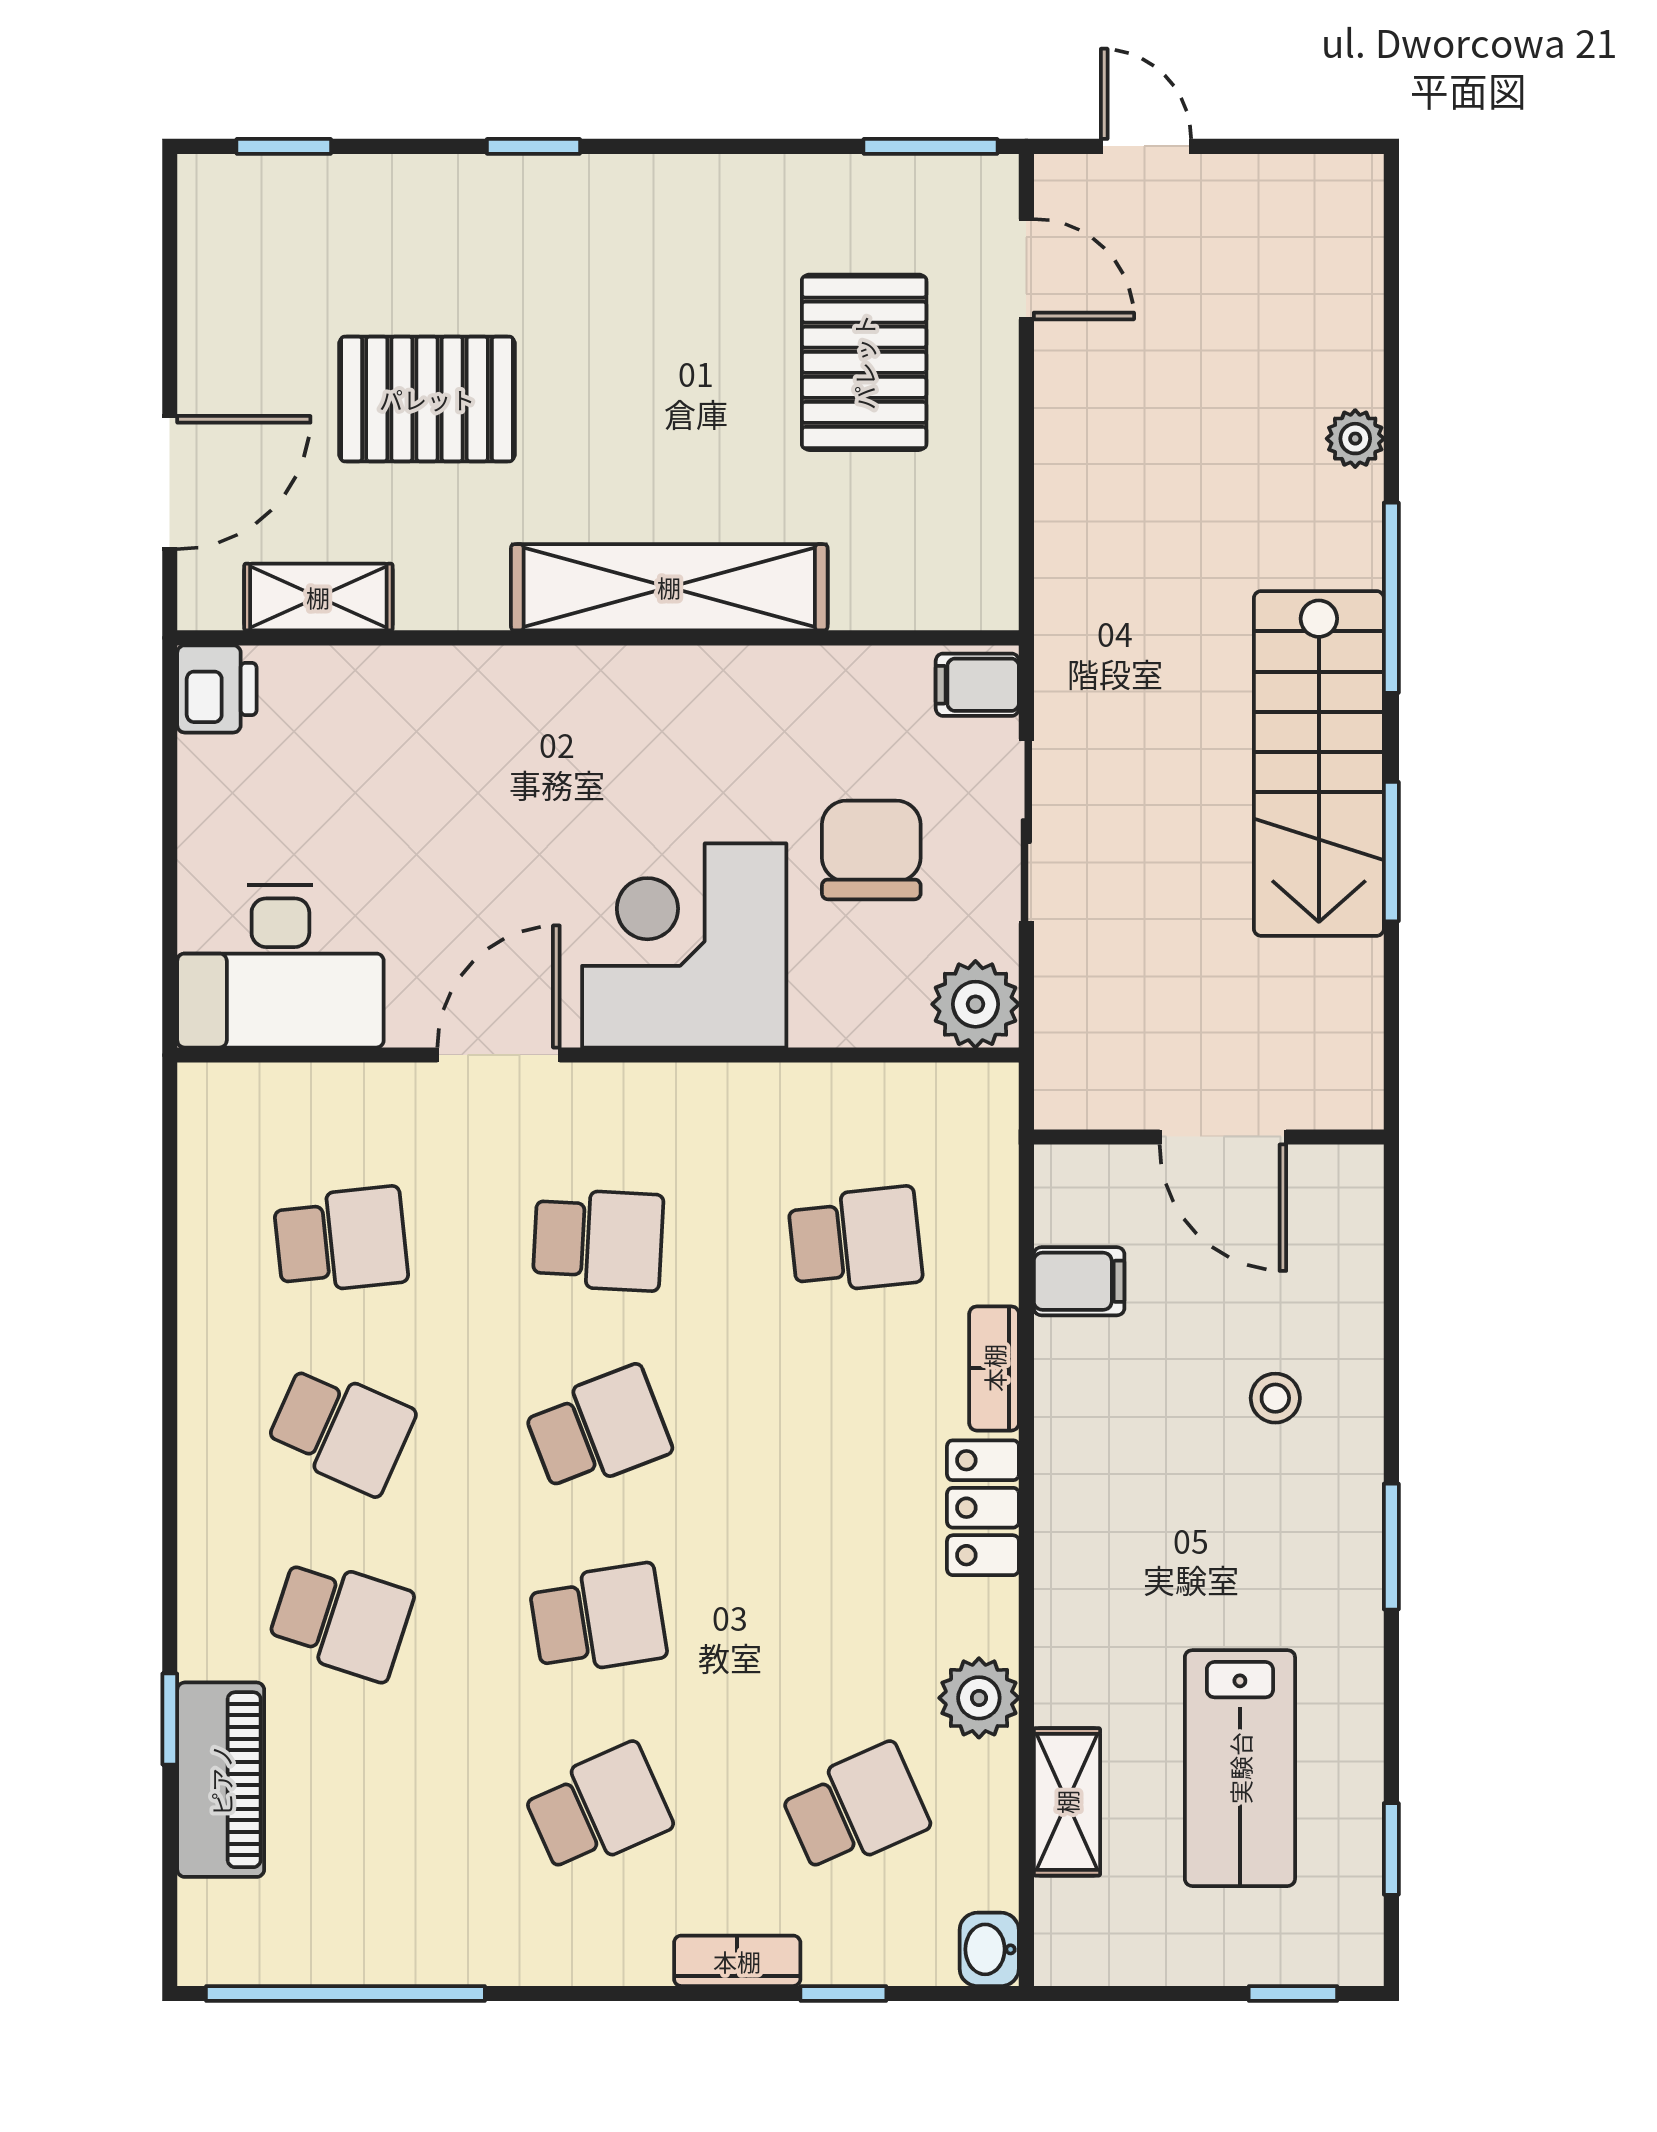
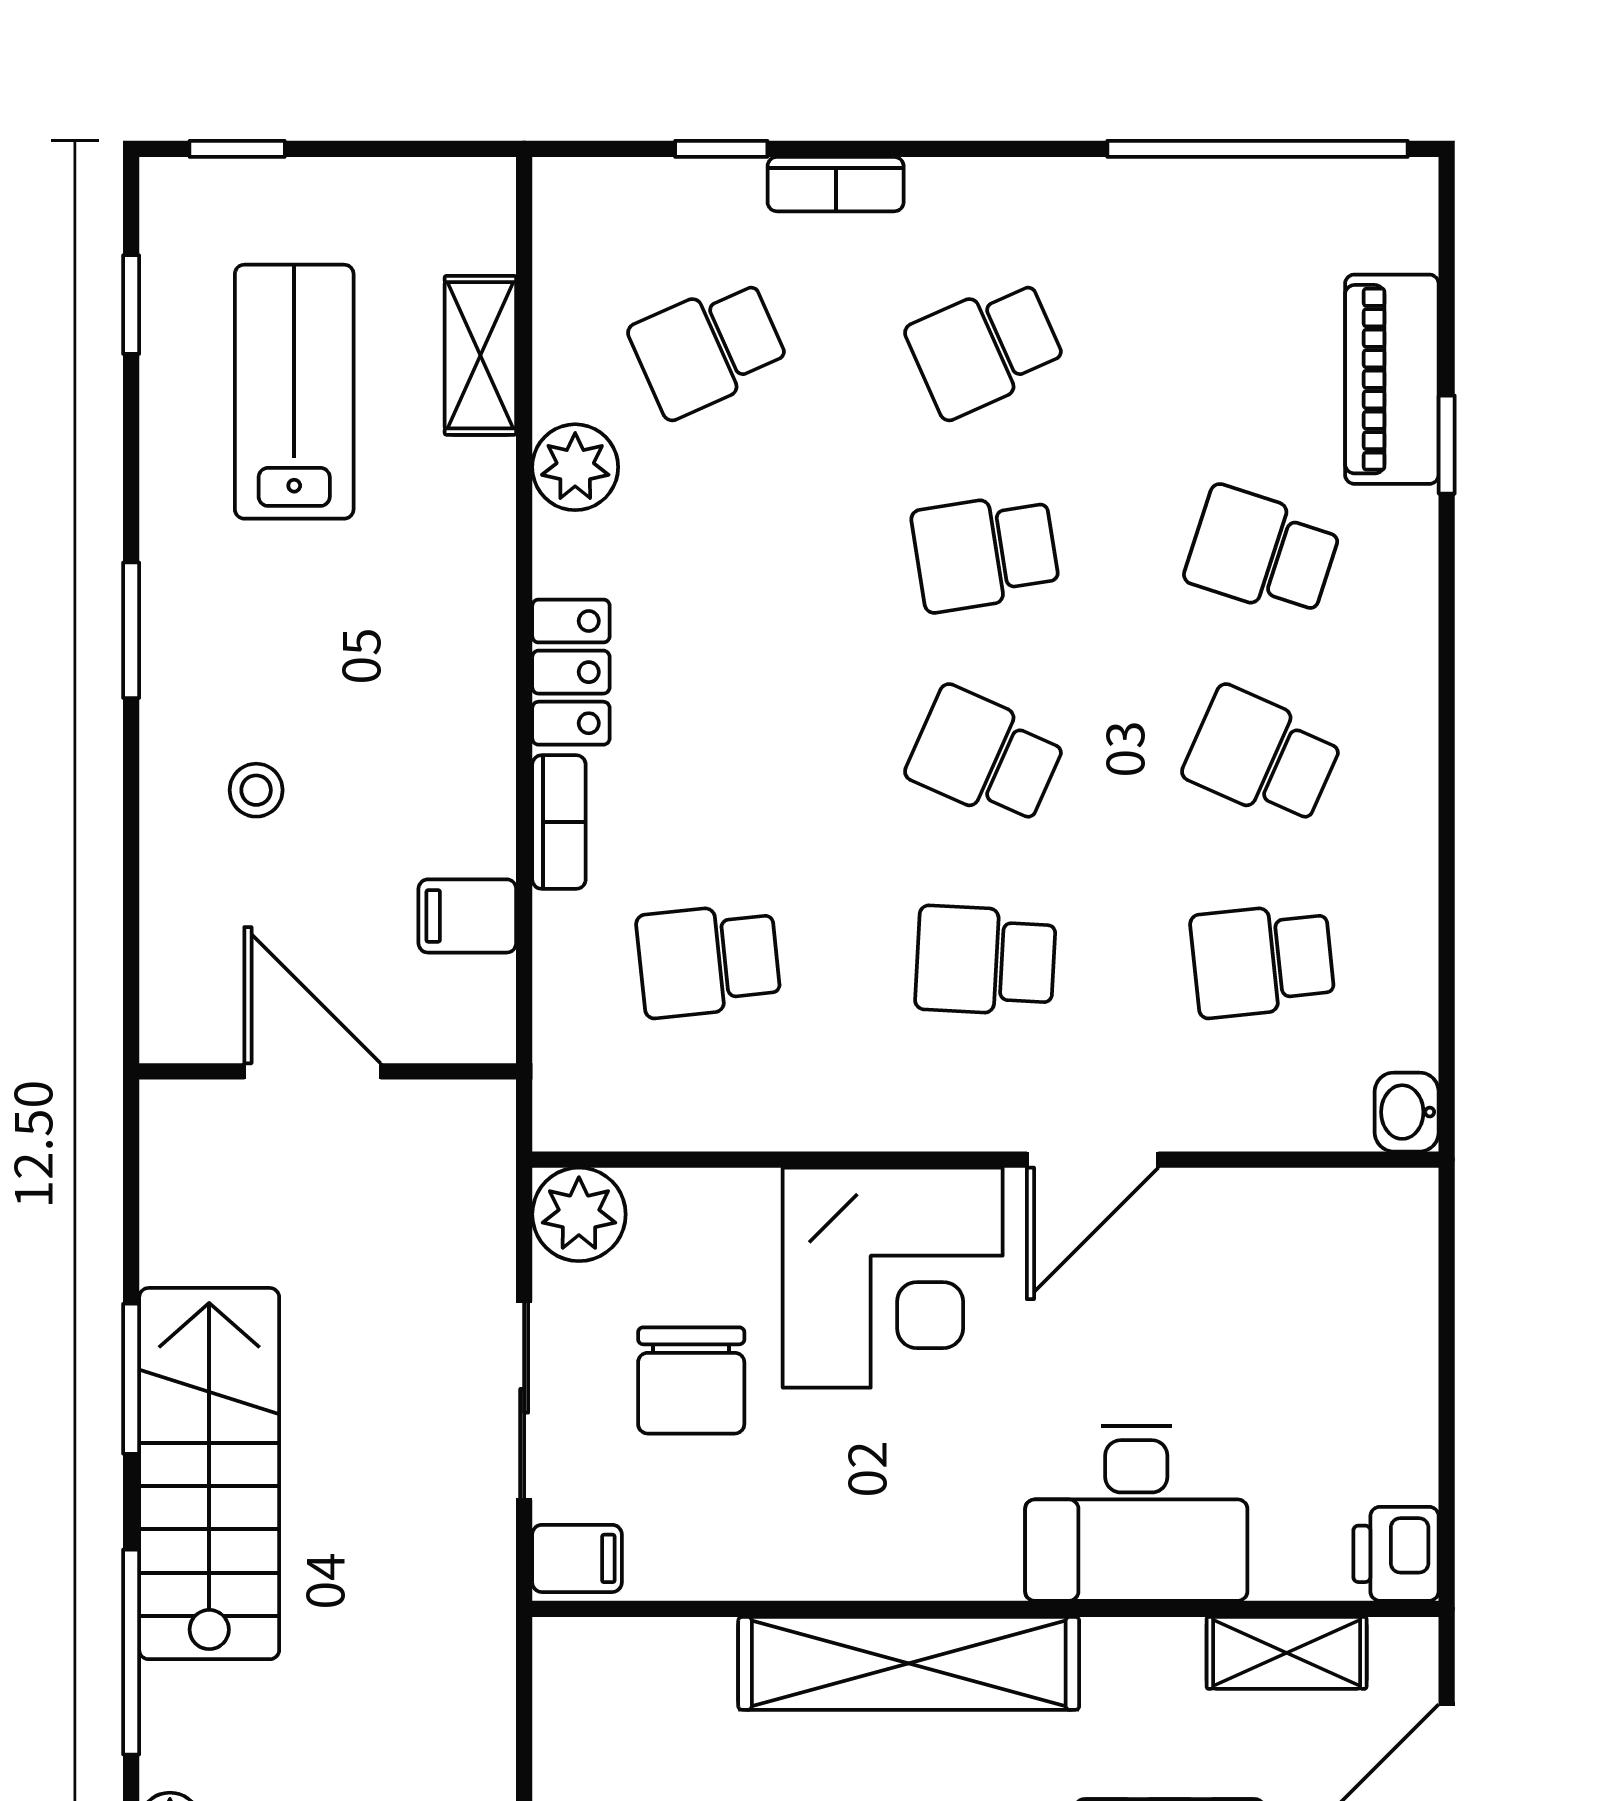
desk: (280, 966) -> (1136, 1513), moved, turned 180
school desk: (598, 1430) -> (985, 756), turned 45
washbasin: (989, 1949) -> (1407, 1112), moved, turned 180

